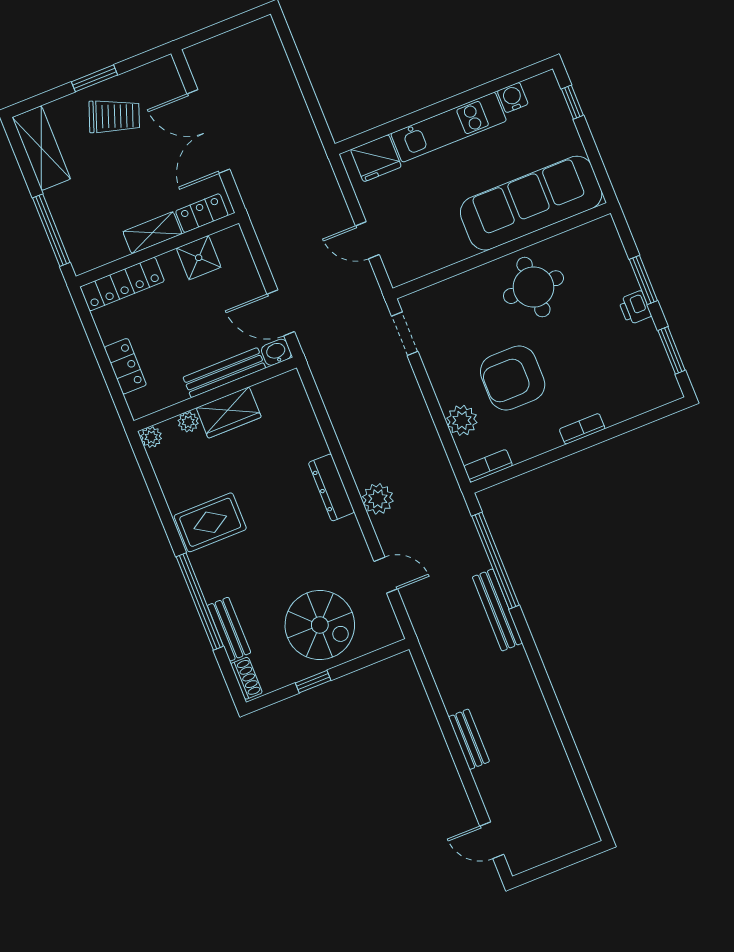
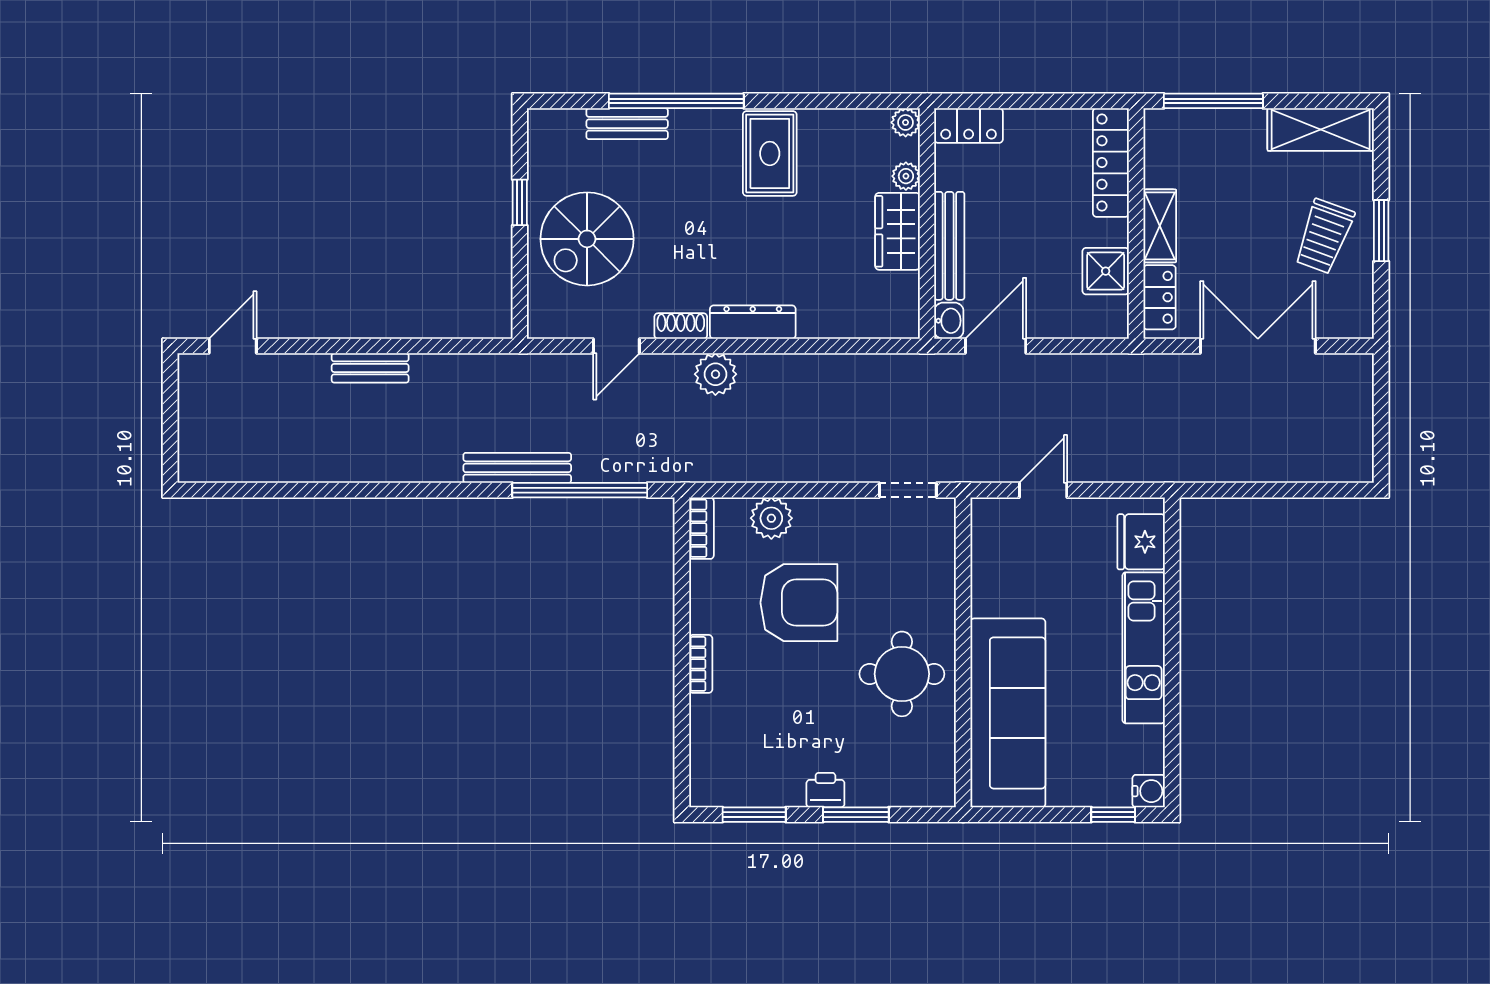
water cooler: (513, 98) -> (1149, 791), moved
locker: (125, 366) -> (969, 125), moved
armchair: (513, 378) -> (799, 603), turned 90
shoe rack: (246, 678) -> (681, 326), moved, turned 180

